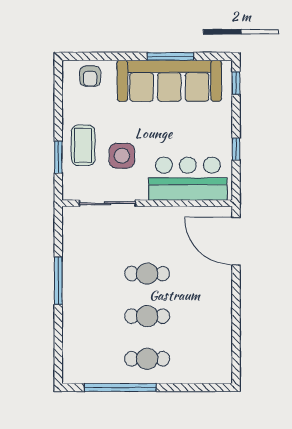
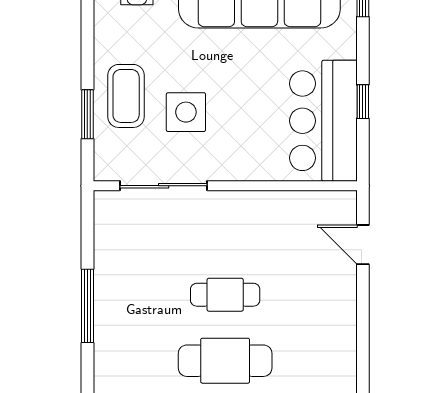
bar counter: (188, 179) -> (323, 121), moved, turned -90
door: (236, 241) -> (363, 245), width x0.53
cafe table: (147, 316) -> (225, 361), width x1.37, depth x1.35

